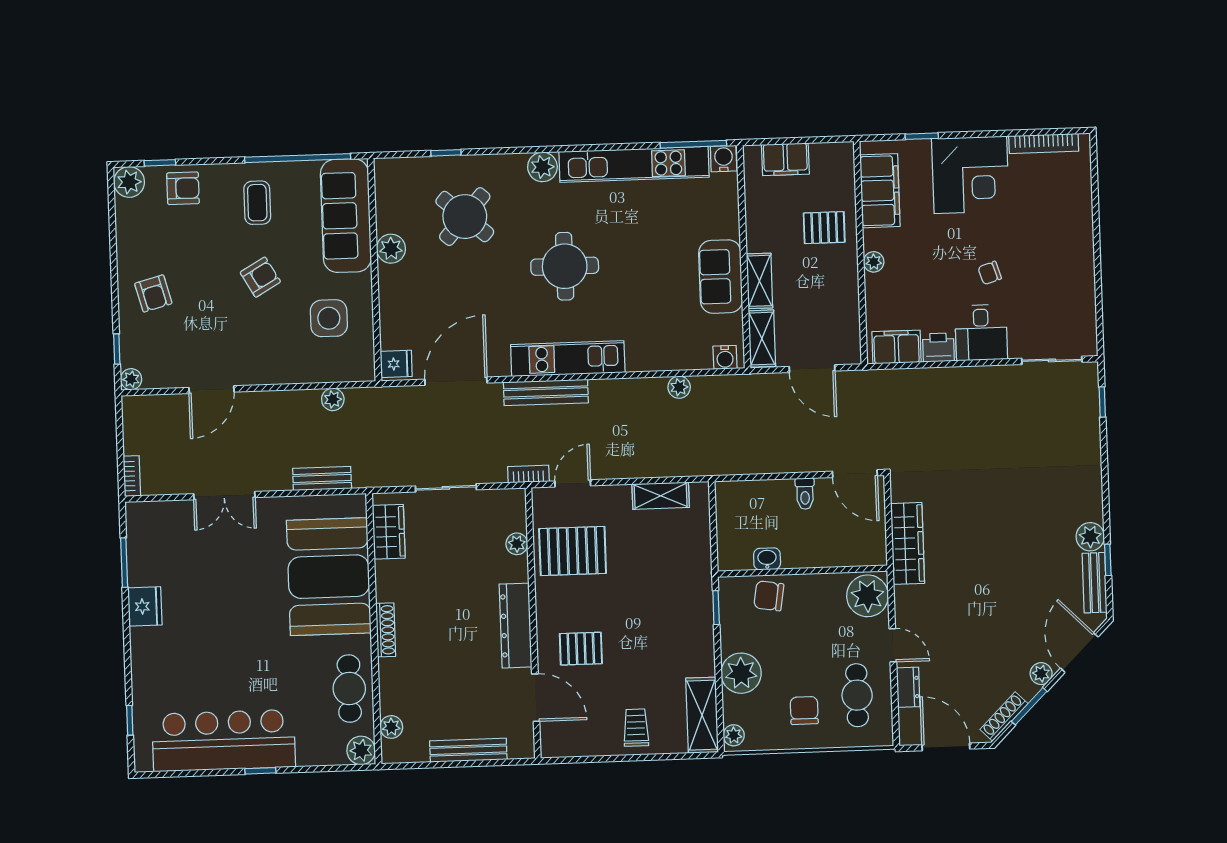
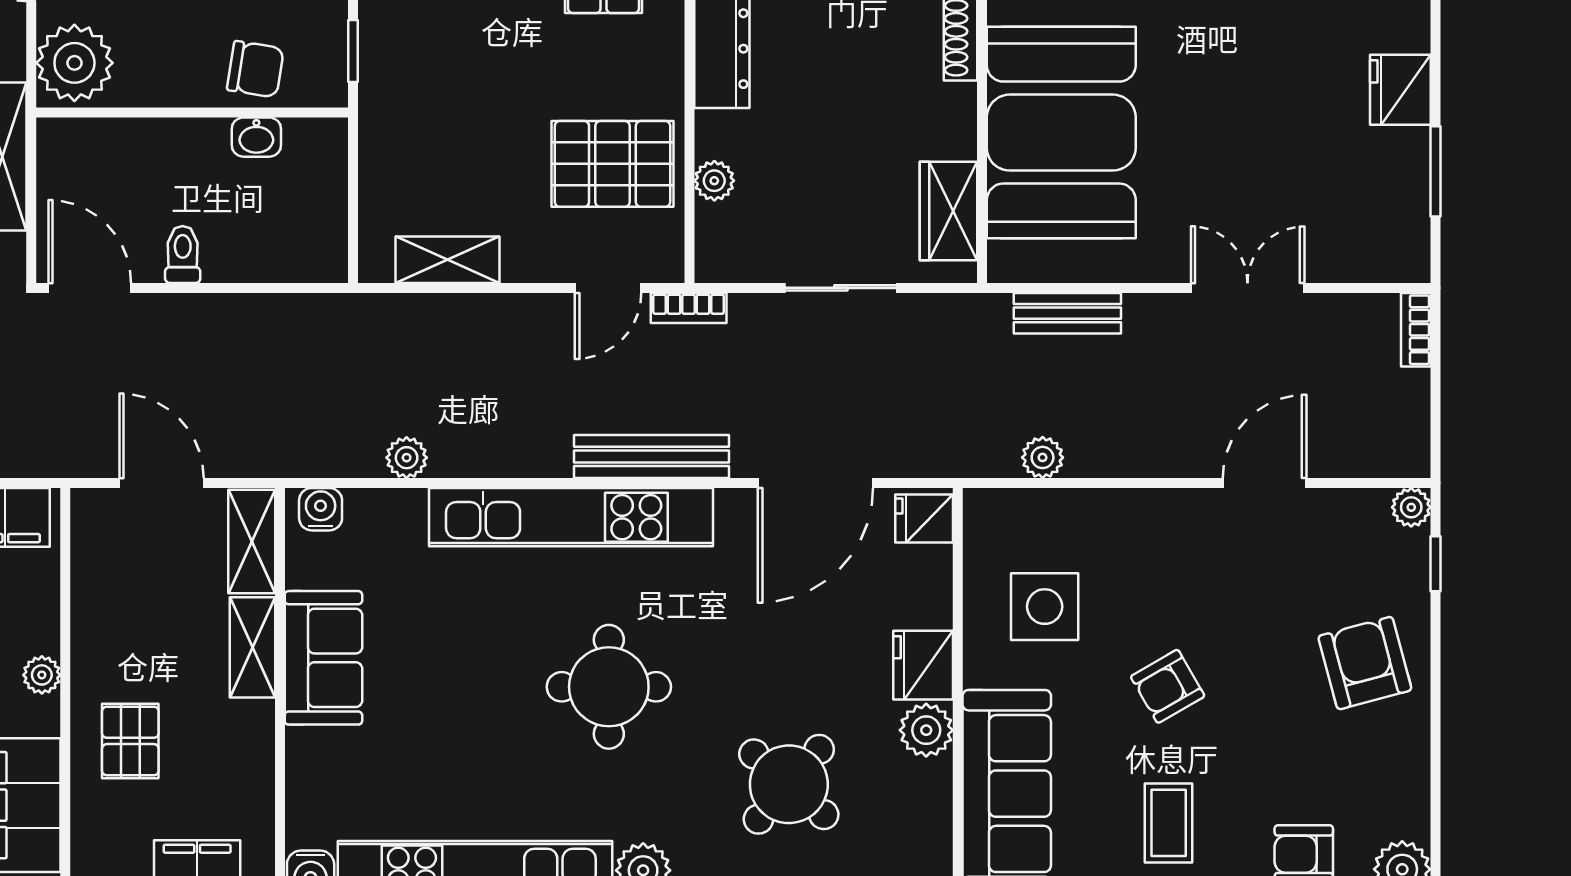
pallet: (824, 228) -> (130, 741), turned 90
fridge: (394, 284) -> (923, 665), added
armchair: (153, 294) -> (1365, 663), width x1.38, depth x1.38
kitchen unit: (568, 359) -> (571, 517), width x1.36

